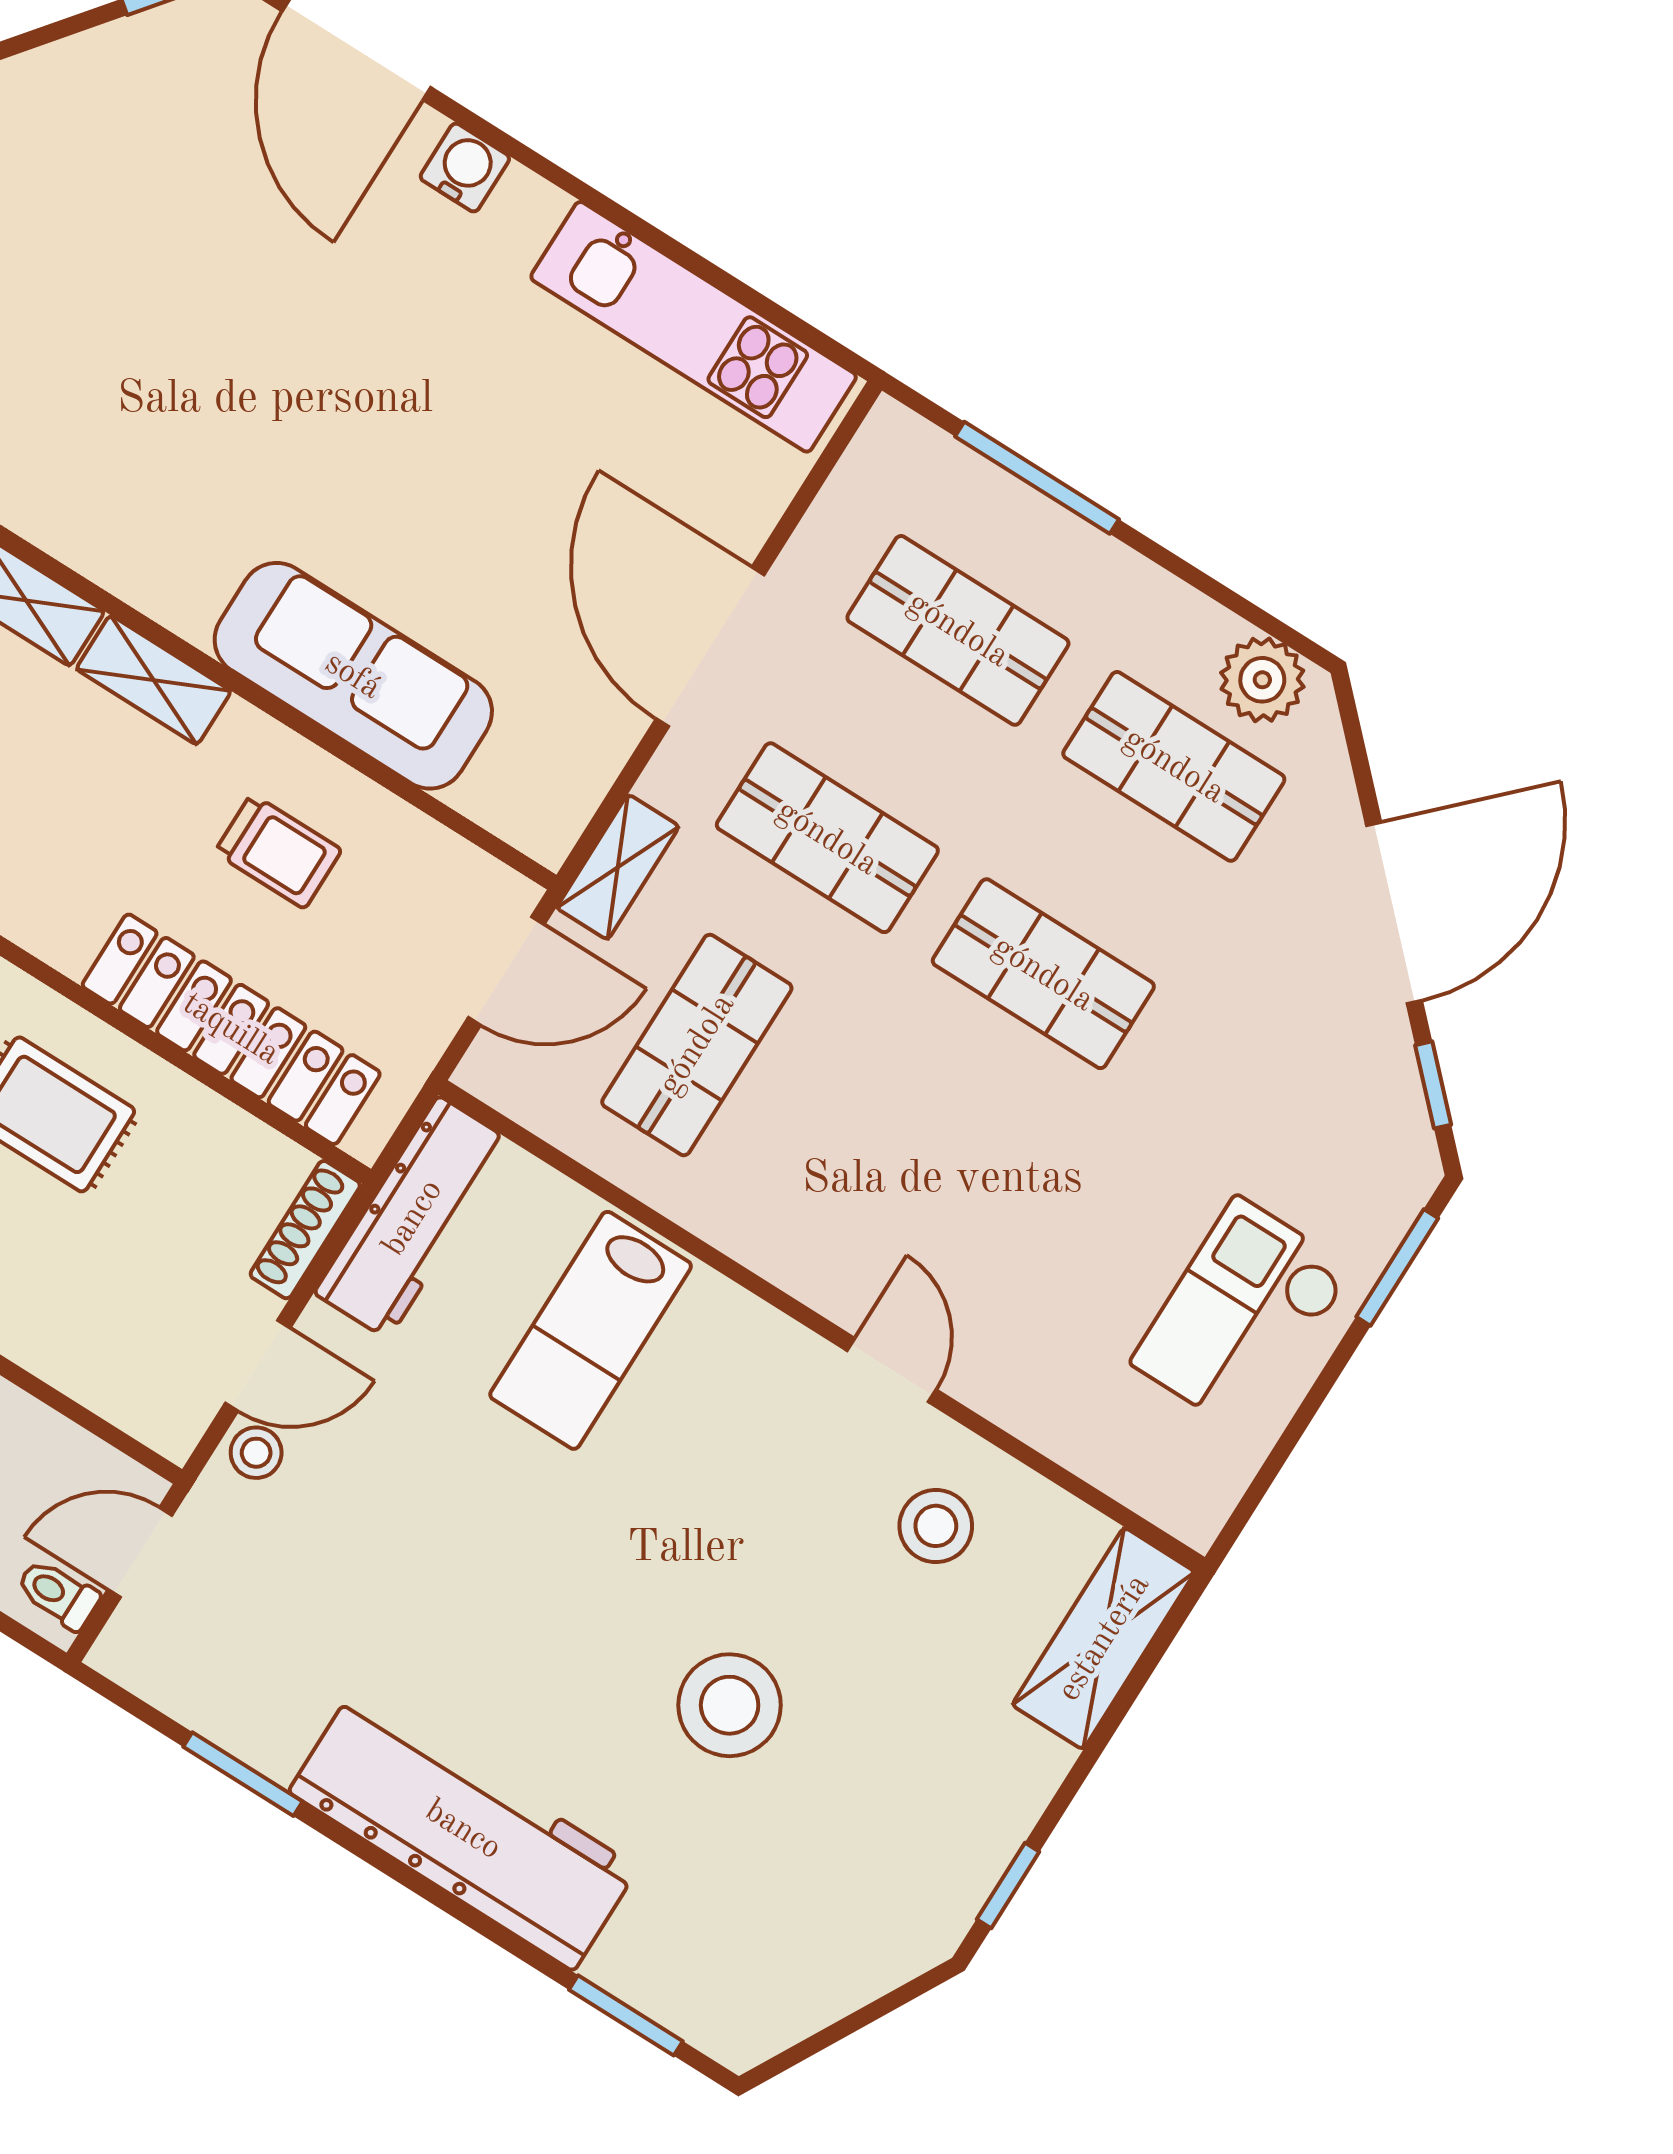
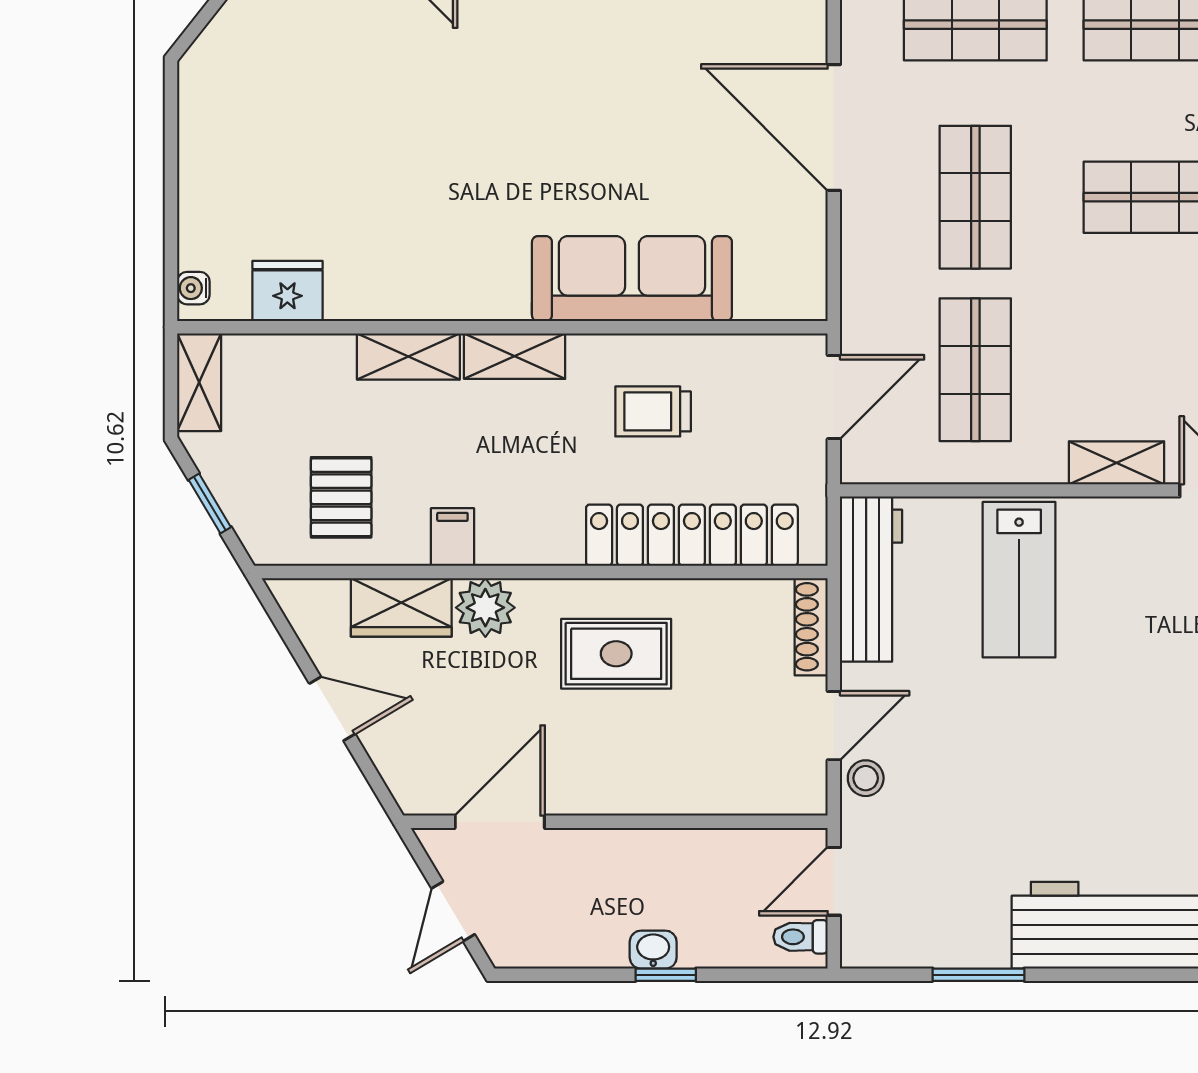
shop shelf: (827, 838) -> (975, 197), turned 90
trolley: (278, 851) -> (653, 411), turned 180
shelving: (618, 867) -> (1116, 463), moved, turned 90

